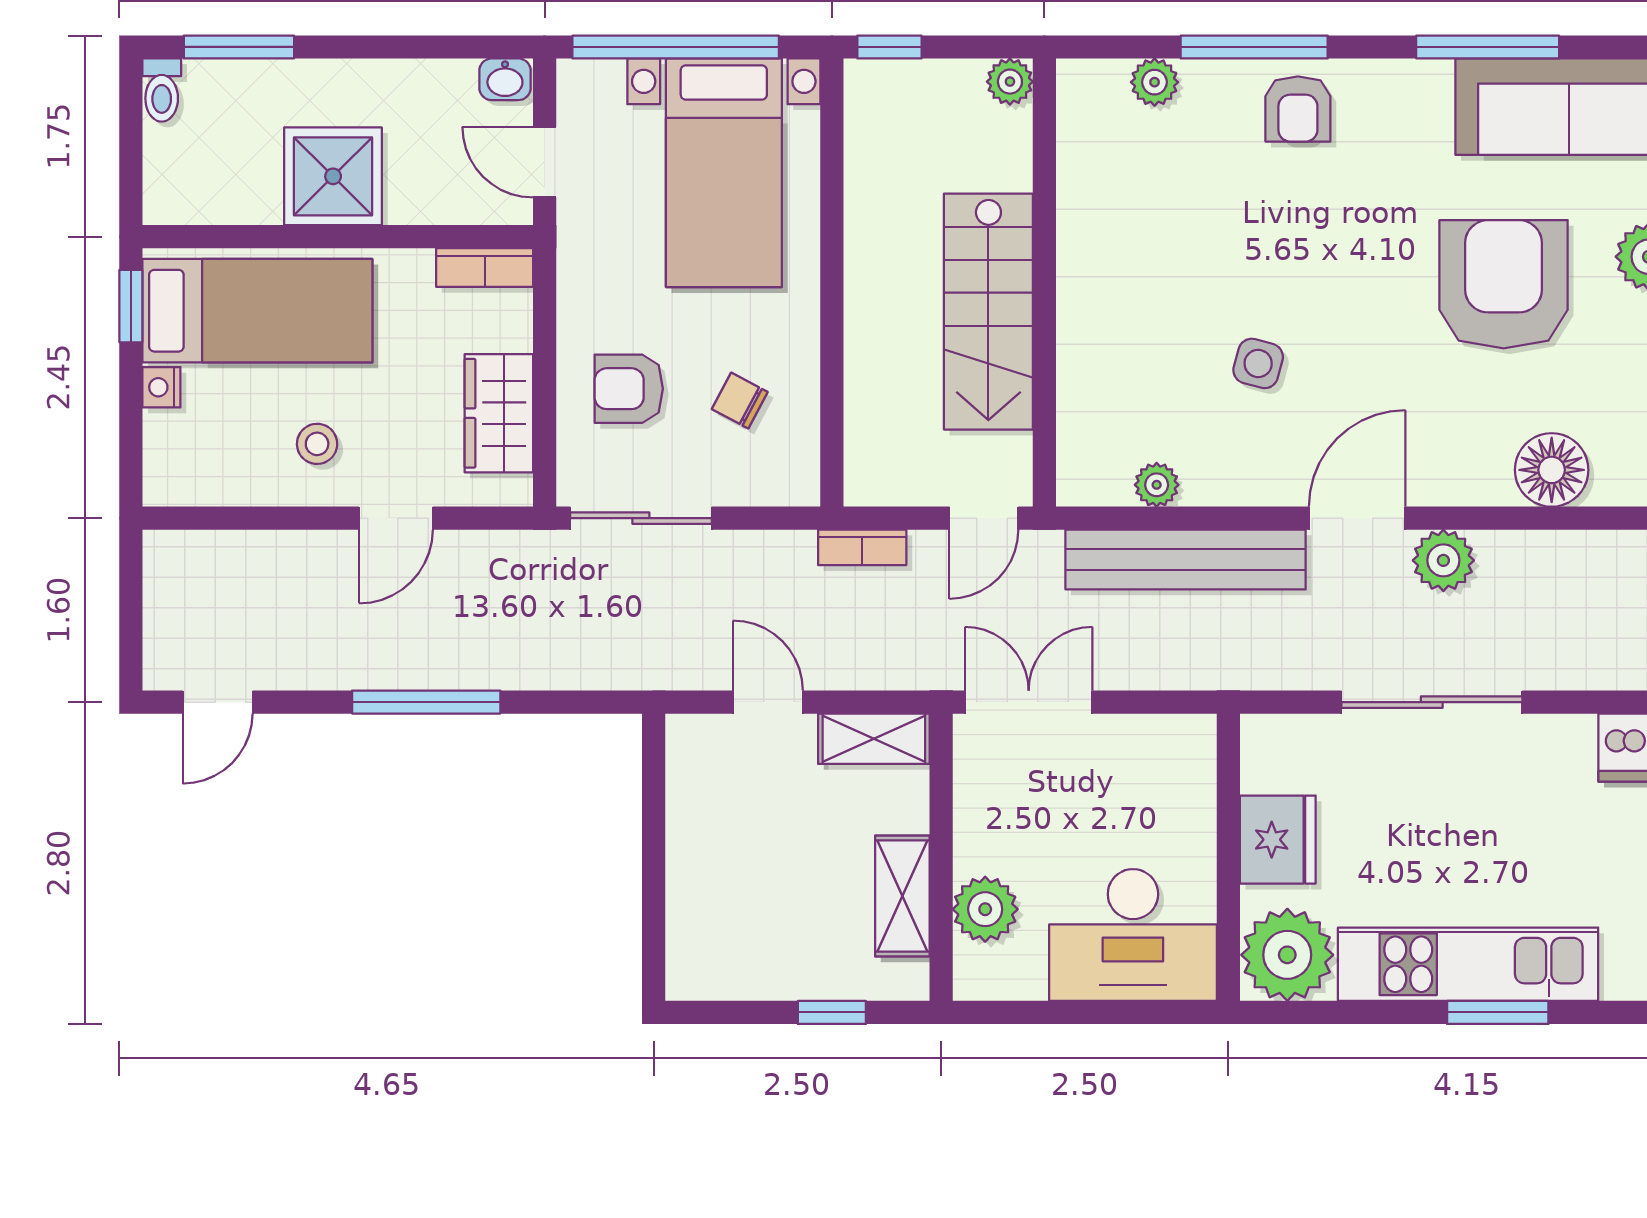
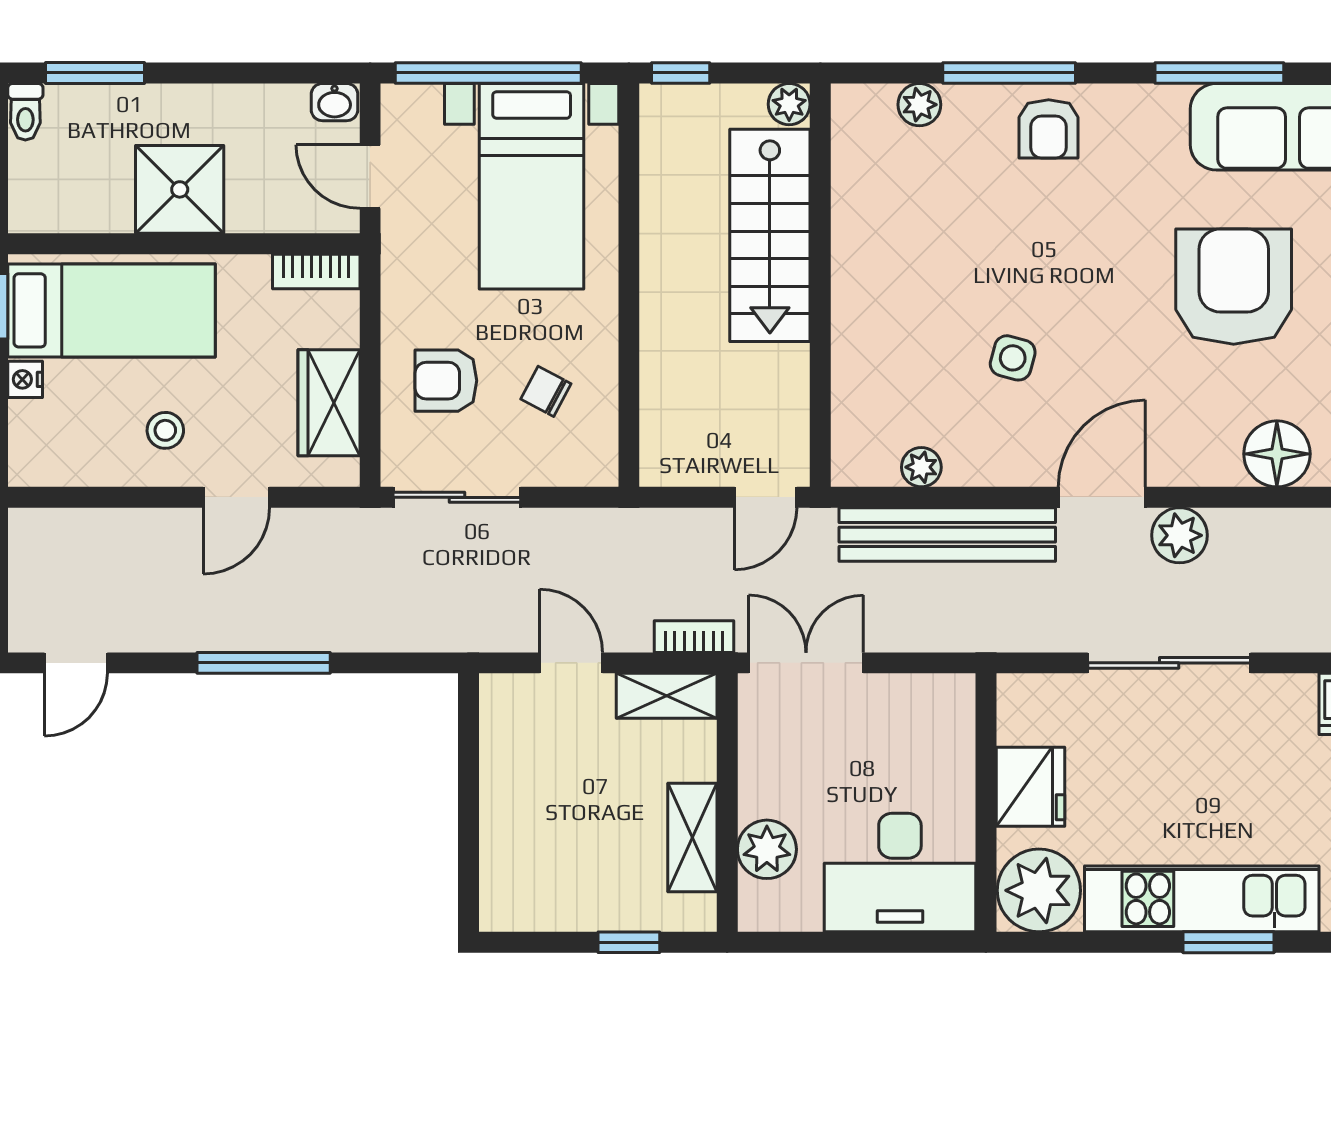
stairs: (988, 312) -> (770, 235), moved
bookcase: (862, 547) -> (694, 637), moved, turned 180

